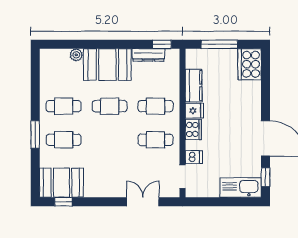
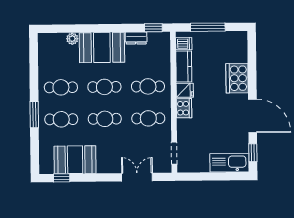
dresser: (148, 55) -> (136, 38), width x0.70
cooker: (250, 64) -> (237, 78), moved
cafe table: (110, 140) -> (105, 119), added
dishwasher: (194, 157) -> (184, 44), moved
booth: (61, 183) -> (75, 160), moved

